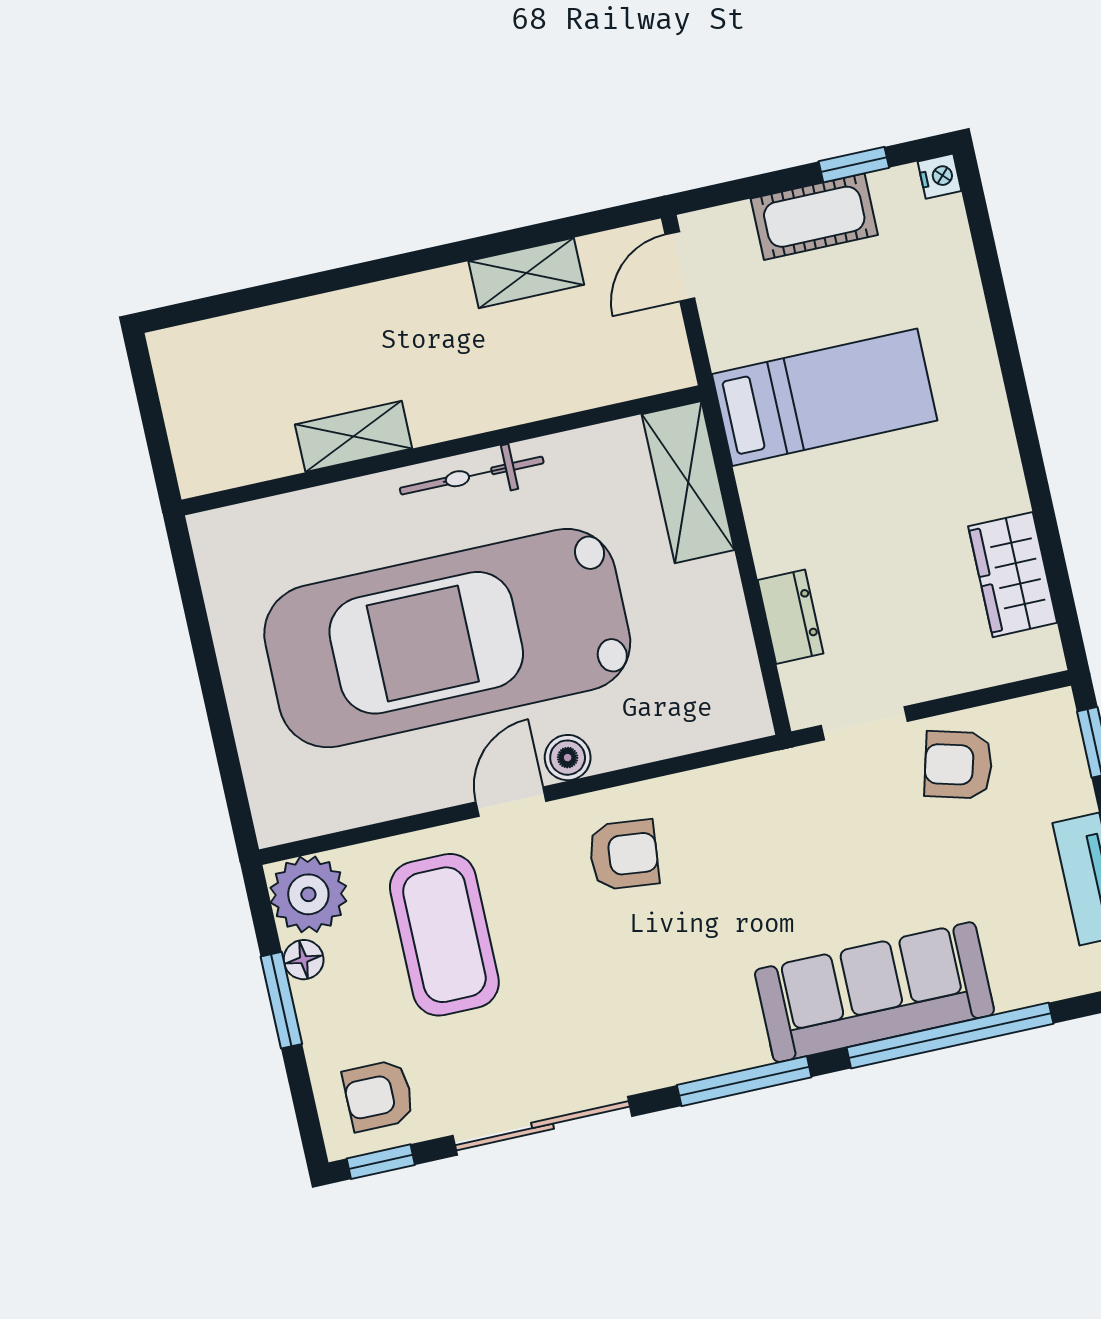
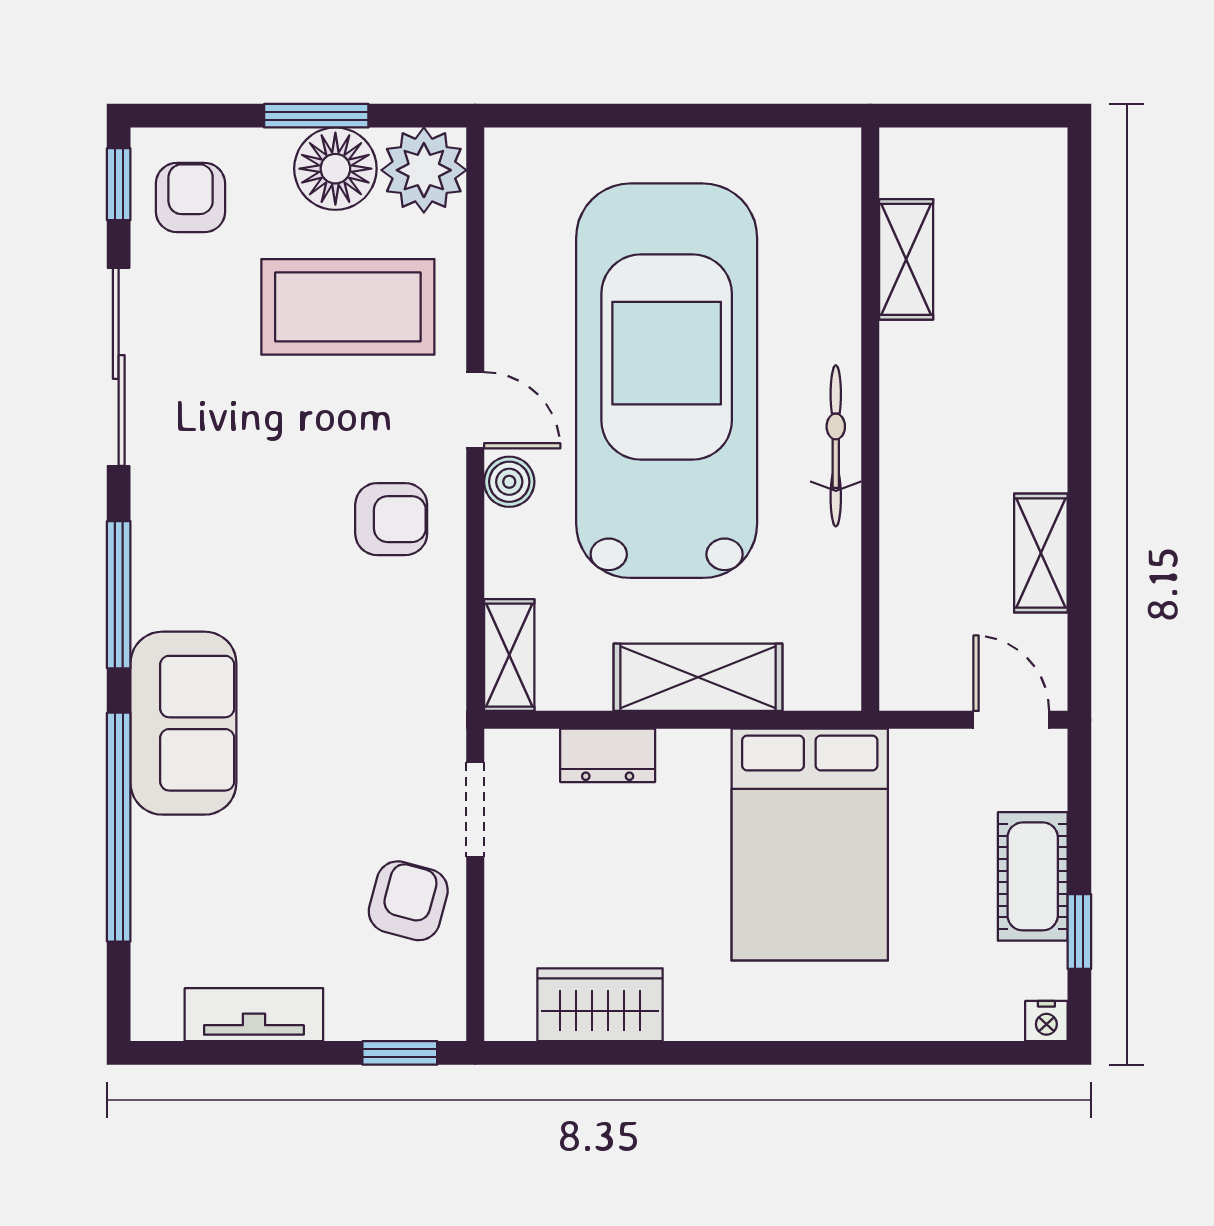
bed: (825, 397) -> (810, 845), width x1.50
shelving: (354, 436) -> (906, 259), moved
shelving: (688, 482) -> (698, 677), moved
shelving: (721, 724) -> (509, 655), added
armchair: (624, 855) -> (391, 519), turned -96
floor lamp: (304, 960) -> (335, 169), width x1.89, depth x1.89
sofa: (874, 992) -> (183, 723), width x0.73

